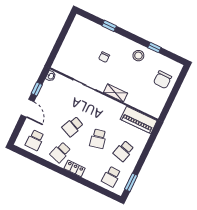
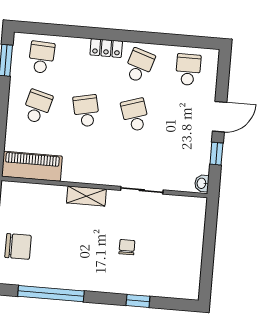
window: (154, 48) -> (51, 294), width x3.17
stool: (138, 56) -> (72, 271), removed
chair: (163, 80) -> (18, 246), turned 90
door: (28, 108) -> (220, 117), swing flipped
school desk: (73, 127) -> (135, 115), turned -42

